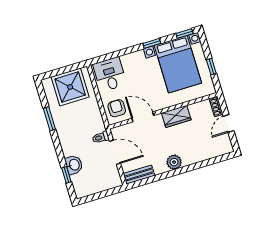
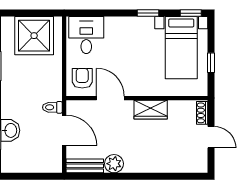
bed with nightstands: (178, 64) -> (181, 48), width x0.73
door: (229, 123) -> (211, 137), swing flipped
plant: (174, 162) -> (114, 164), moved

